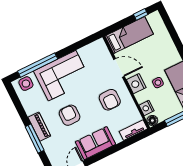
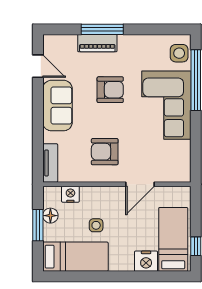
bed: (129, 35) -> (173, 239), moved, turned 180
nightstand: (136, 84) -> (146, 261), moved, turned 180
floor lamp: (152, 121) -> (50, 216), moved
piano: (39, 127) -> (97, 43), moved

